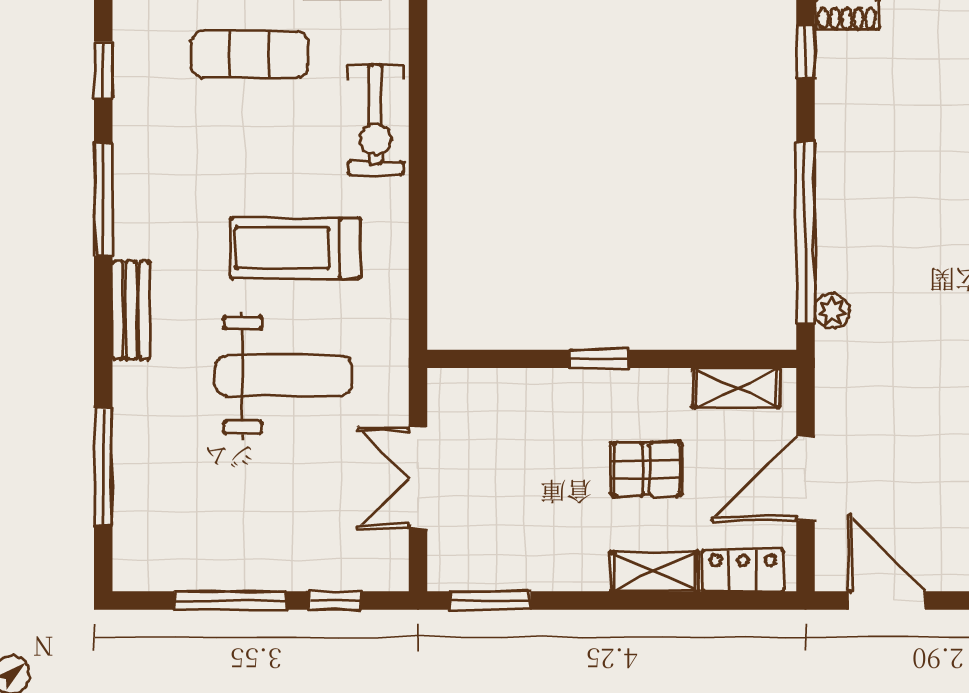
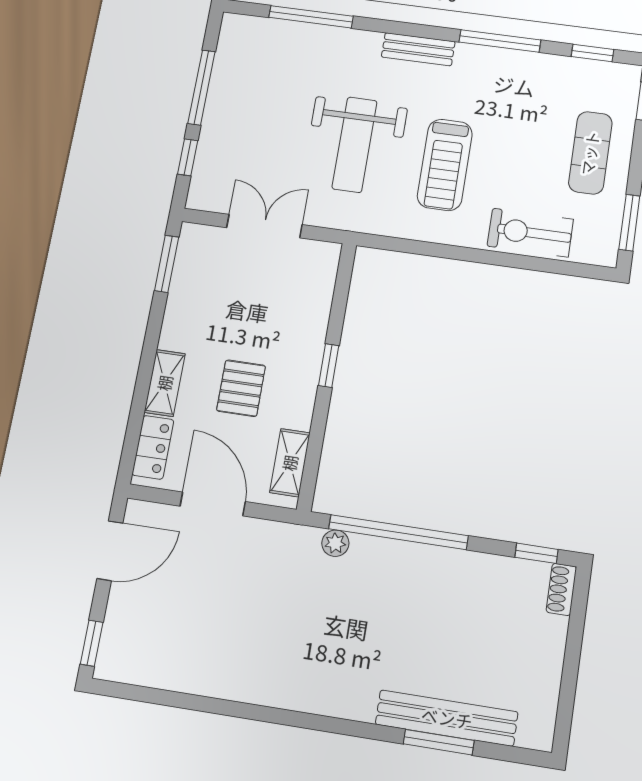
treadmill: (295, 248) -> (445, 165), turned 180

